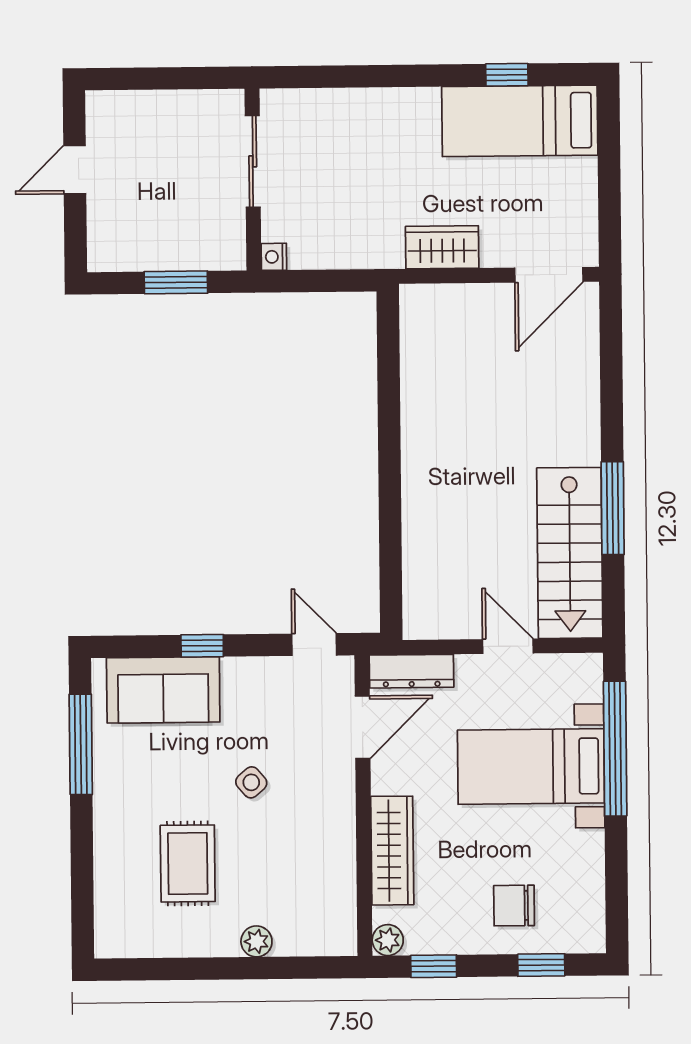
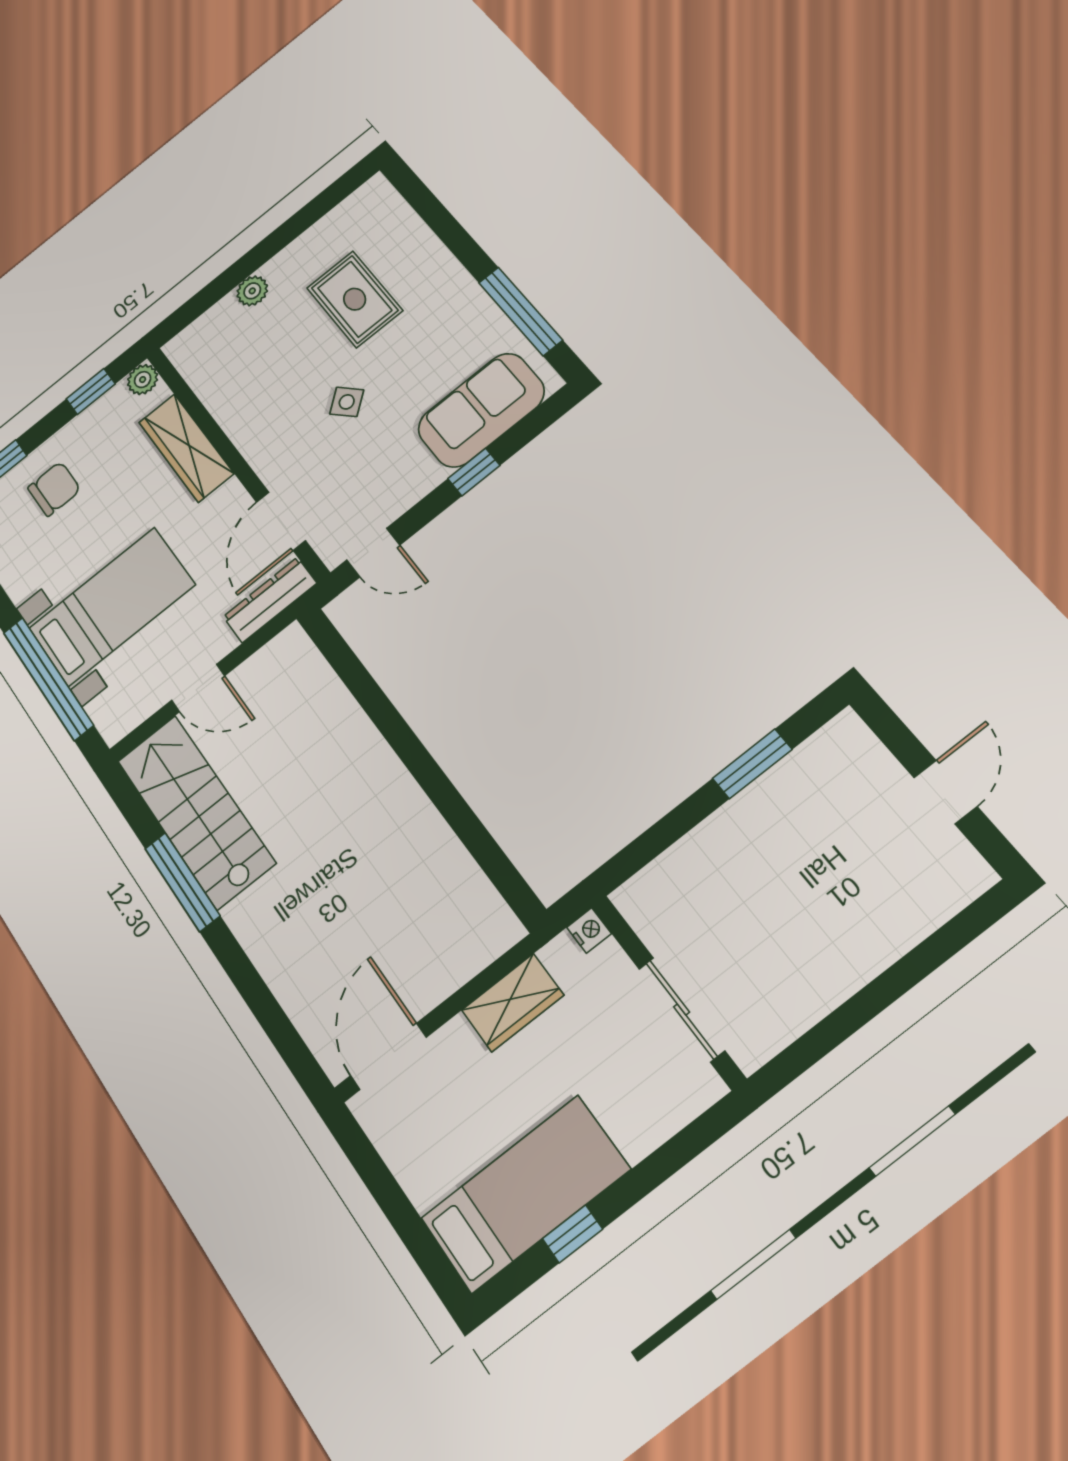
sliding door: (253, 161) -> (682, 1009), moved
wall: (253, 180) -> (667, 991), moved
nightstand: (274, 257) -> (589, 930), moved

